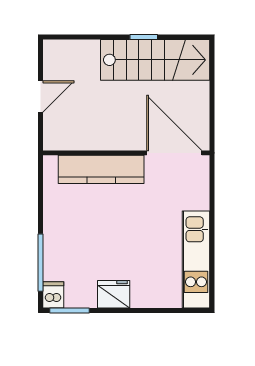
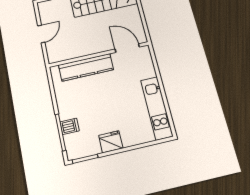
door: (174, 153) -> (127, 48), width x0.73
dishwasher: (53, 295) -> (70, 126), moved, turned 90

